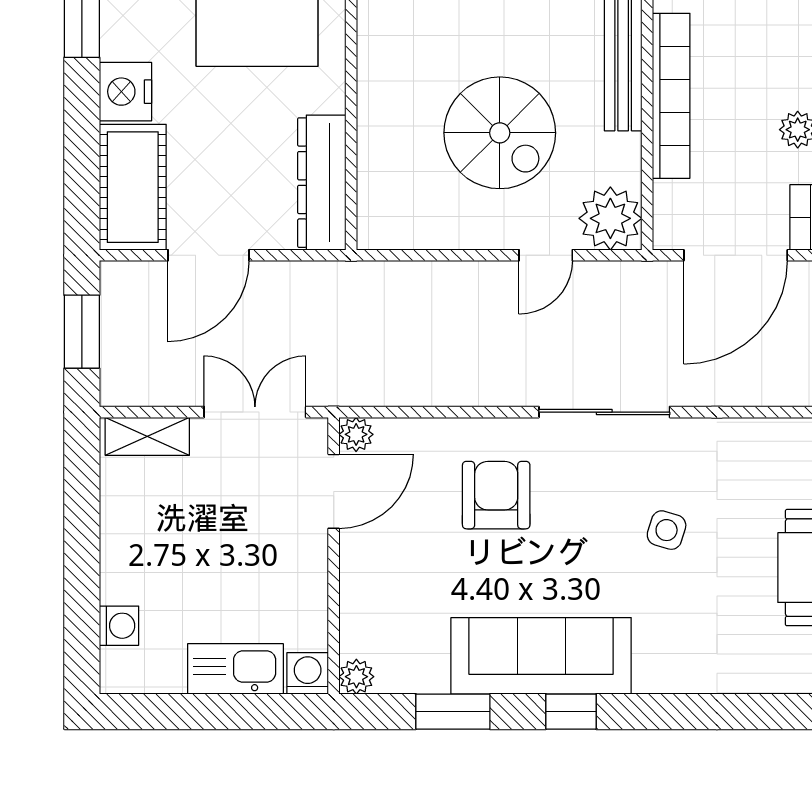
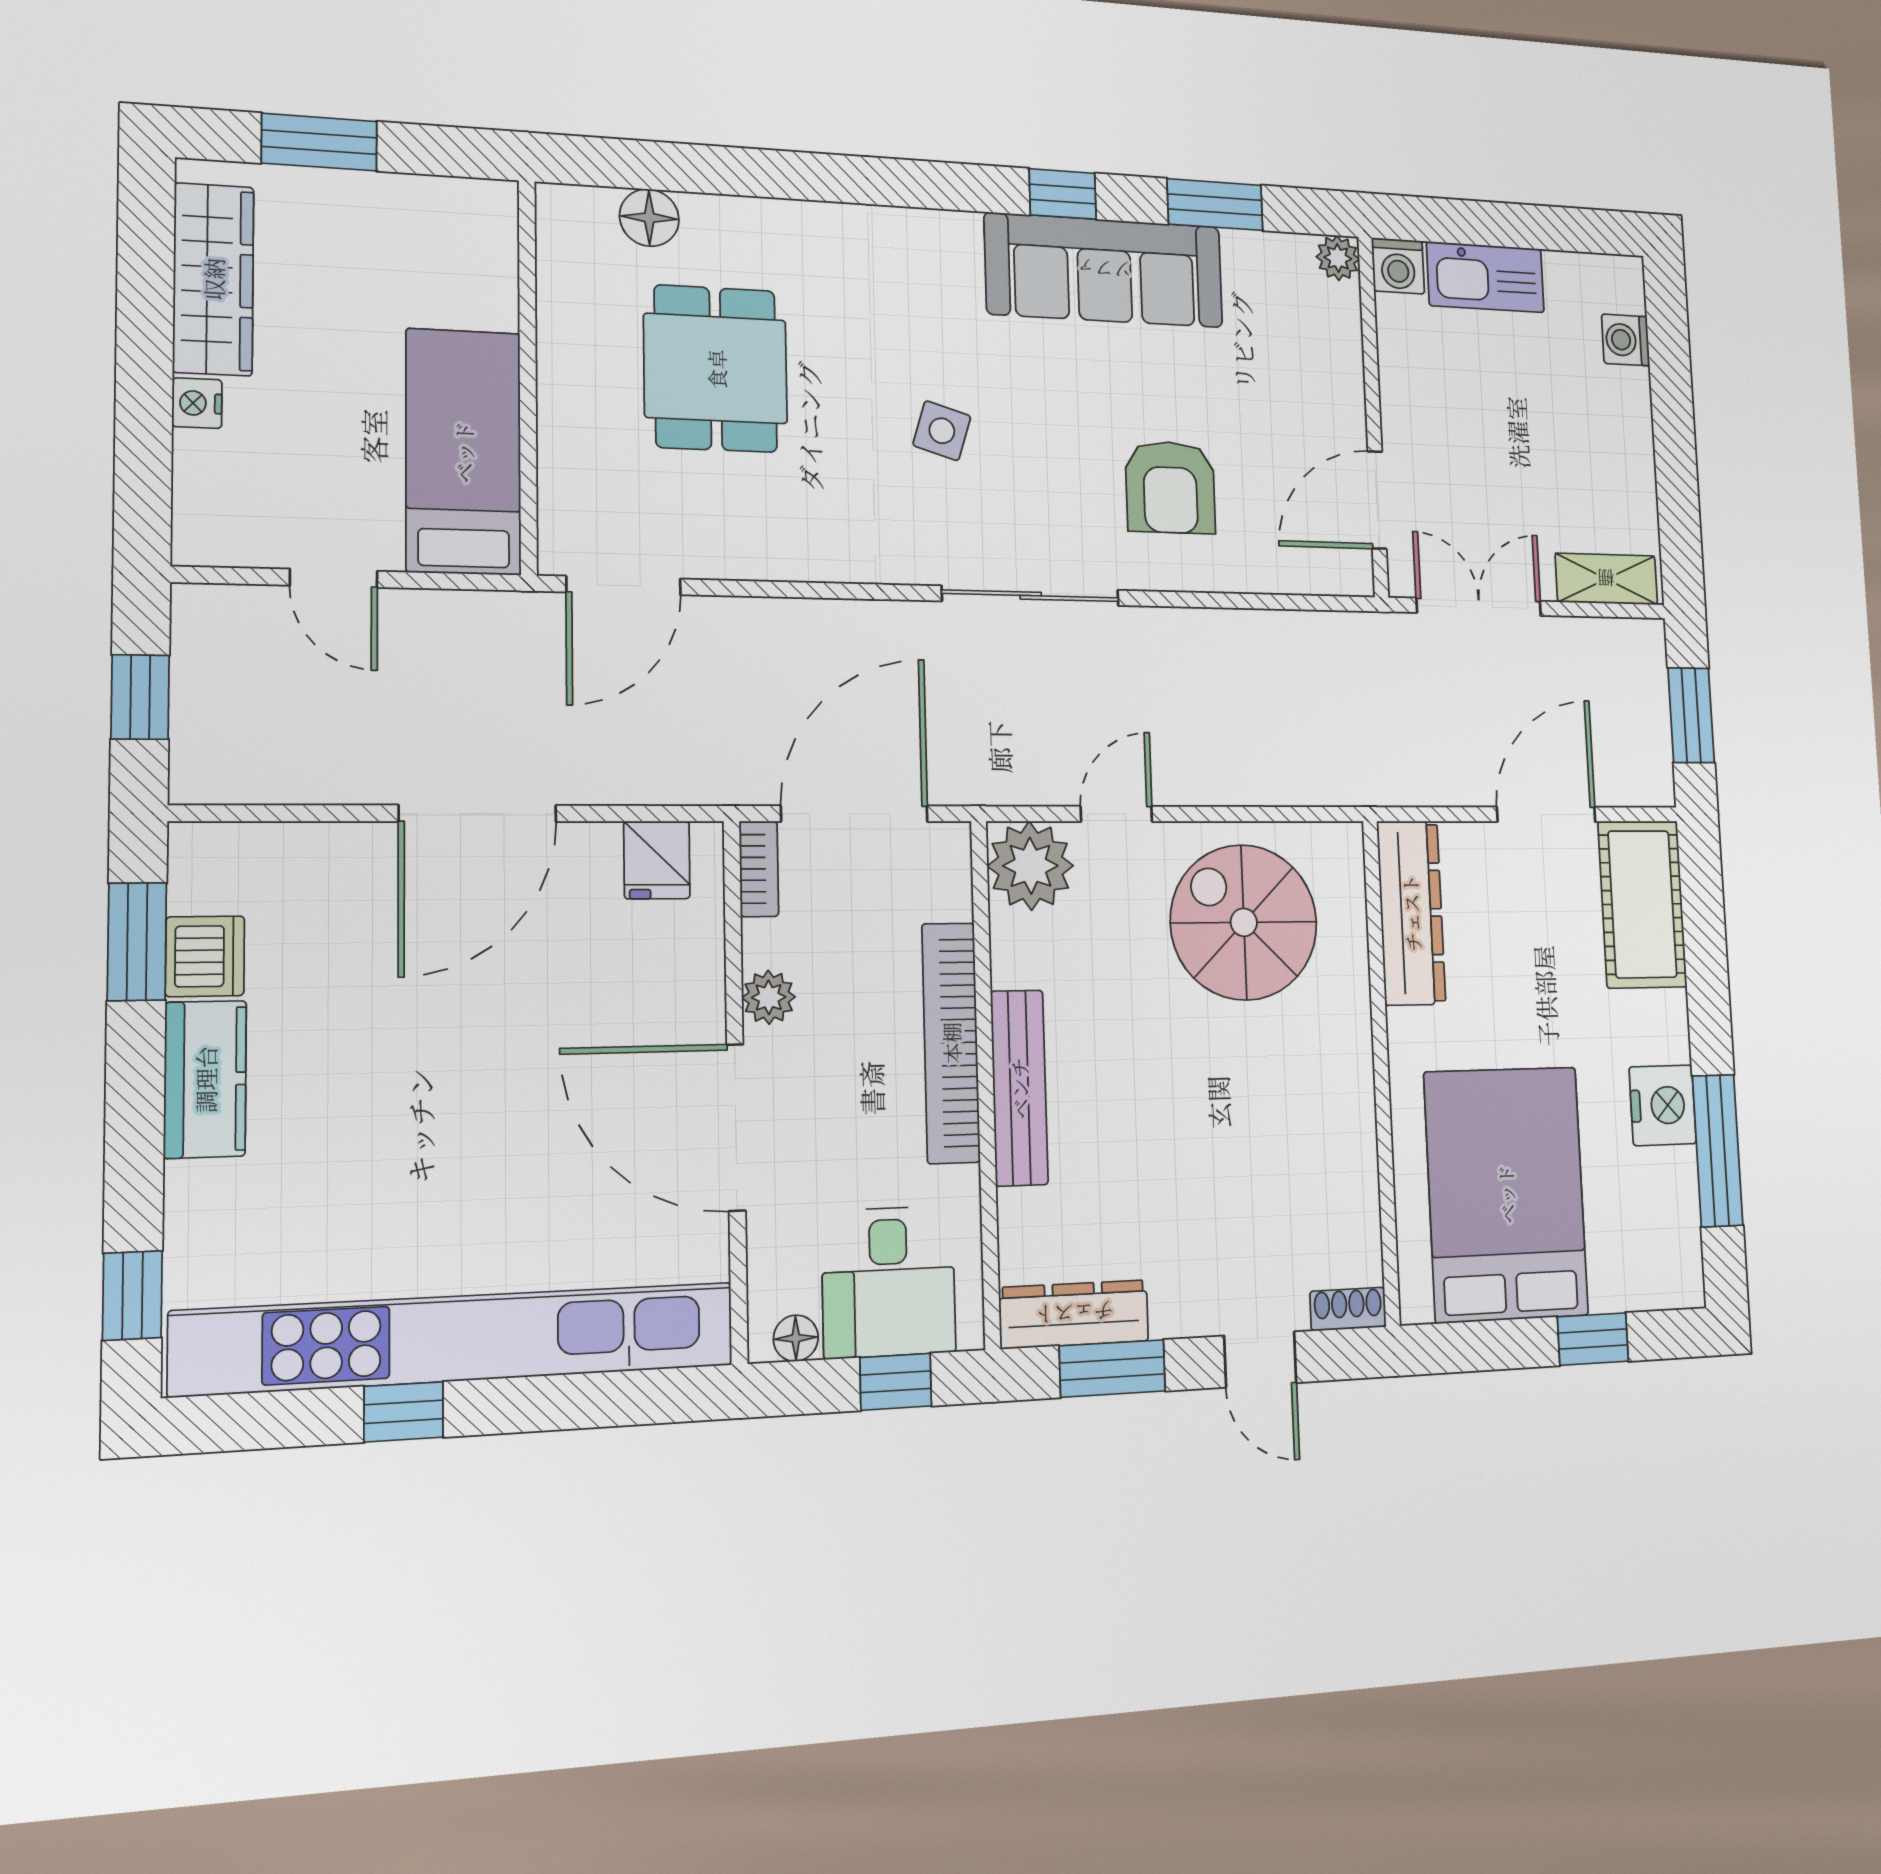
nightstand: (126, 92) -> (1663, 1105), moved
spiral stairs: (500, 133) -> (1244, 922), moved
double door: (255, 412) -> (1479, 607), swing flipped
plant: (356, 434) -> (1353, 574), removed

